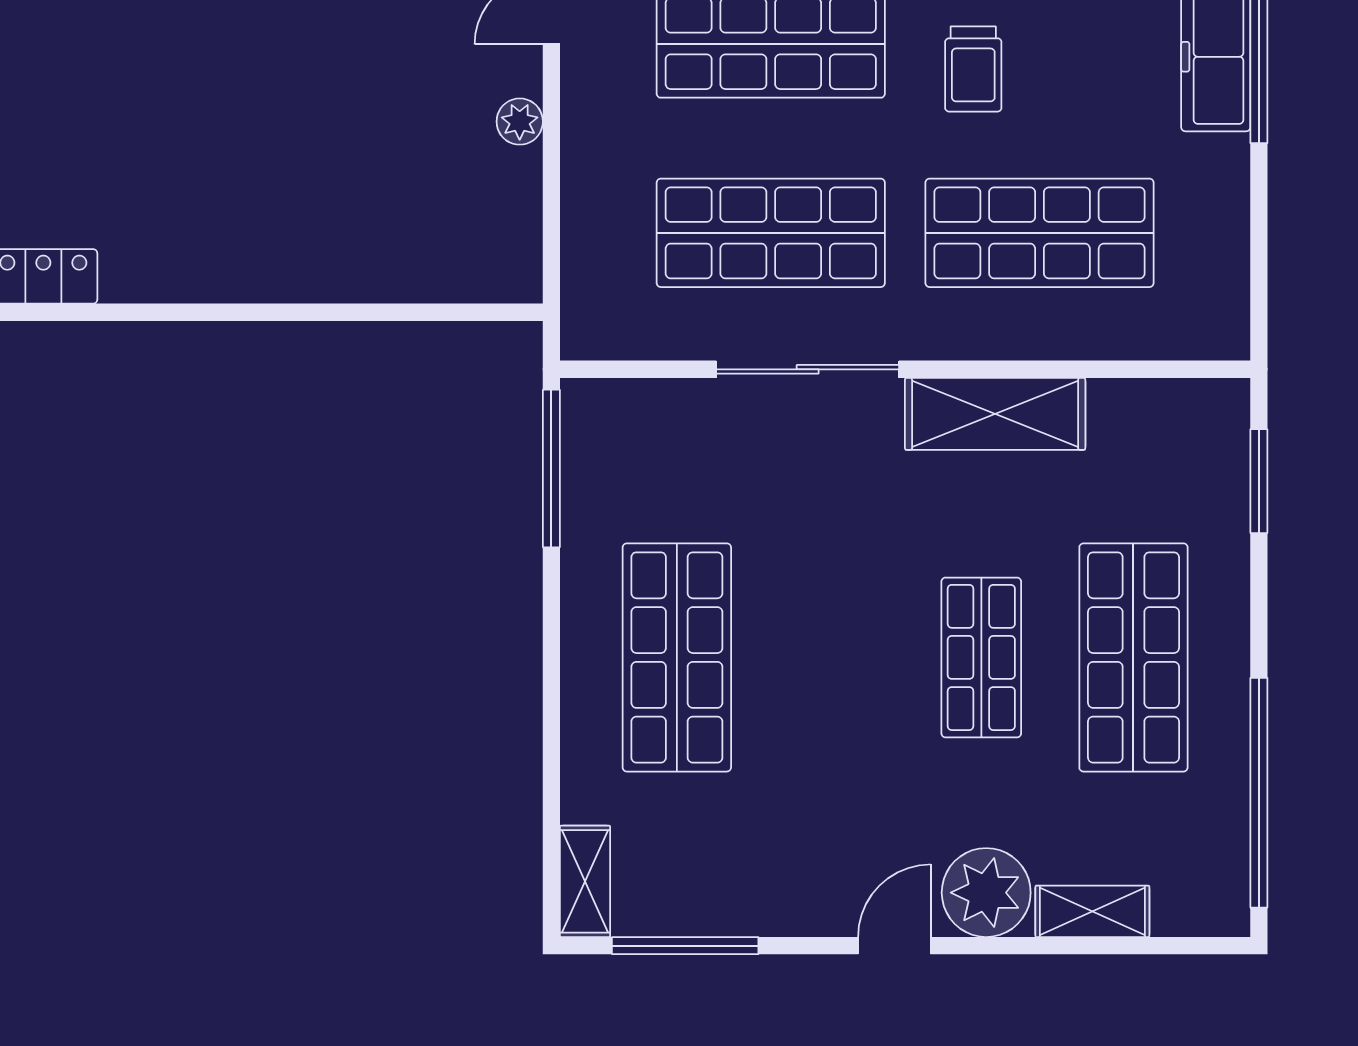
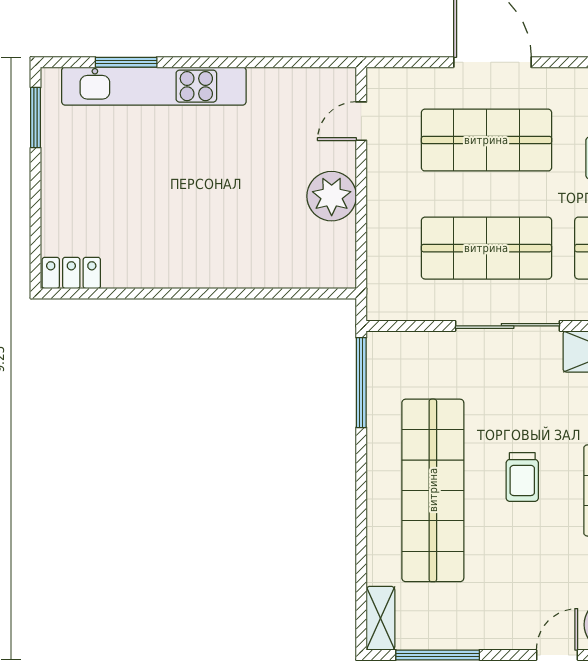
plant: (520, 122) -> (332, 196), width x1.87, depth x1.87
trolley: (833, 634) -> (522, 477), added
shop shelf: (677, 657) -> (433, 490), width x1.40

